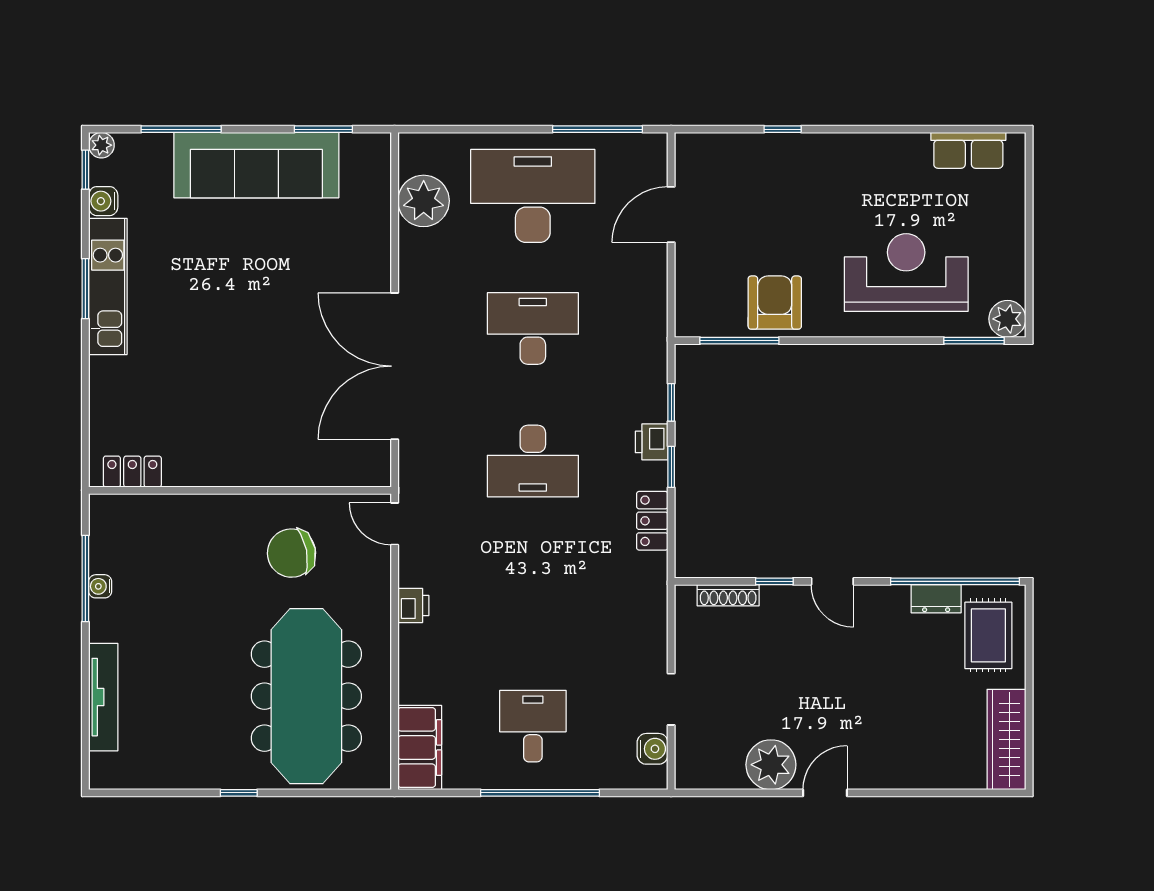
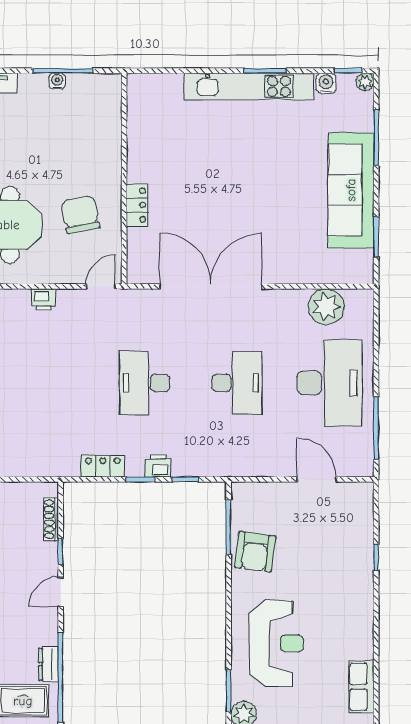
kitchen unit: (108, 286) -> (249, 86), width x1.36
armchair: (775, 303) -> (255, 552), turned 97
locker: (132, 472) -> (137, 205), moved

